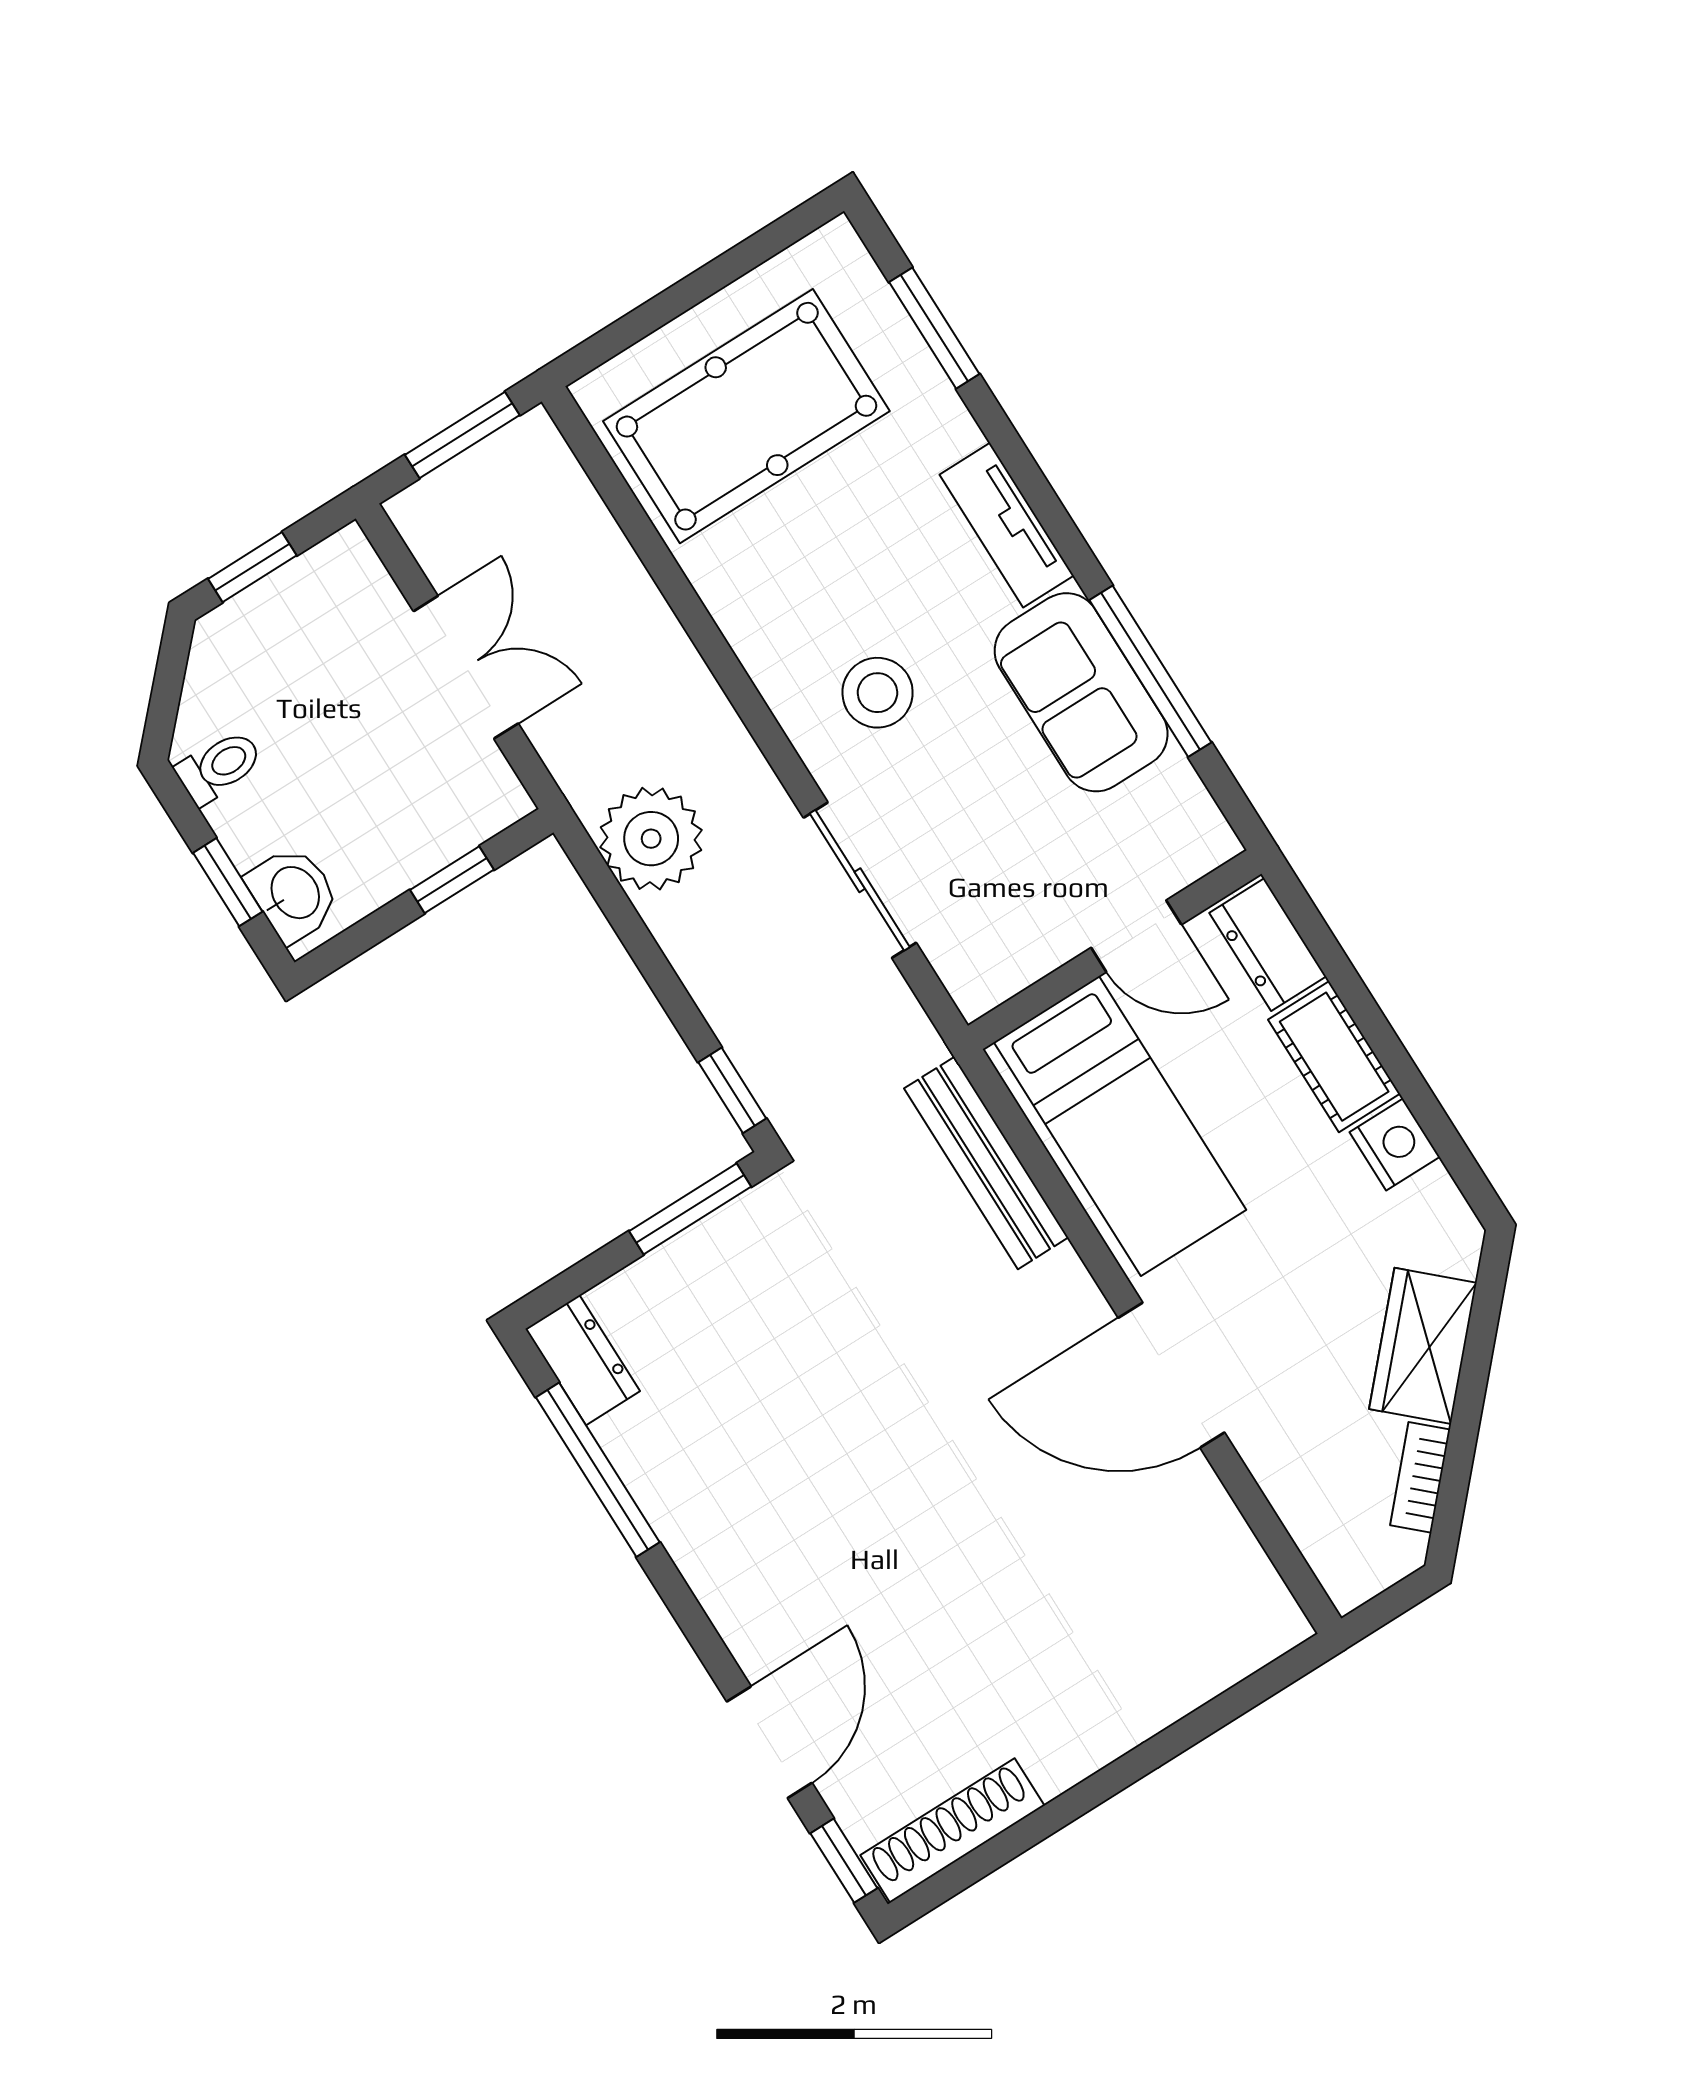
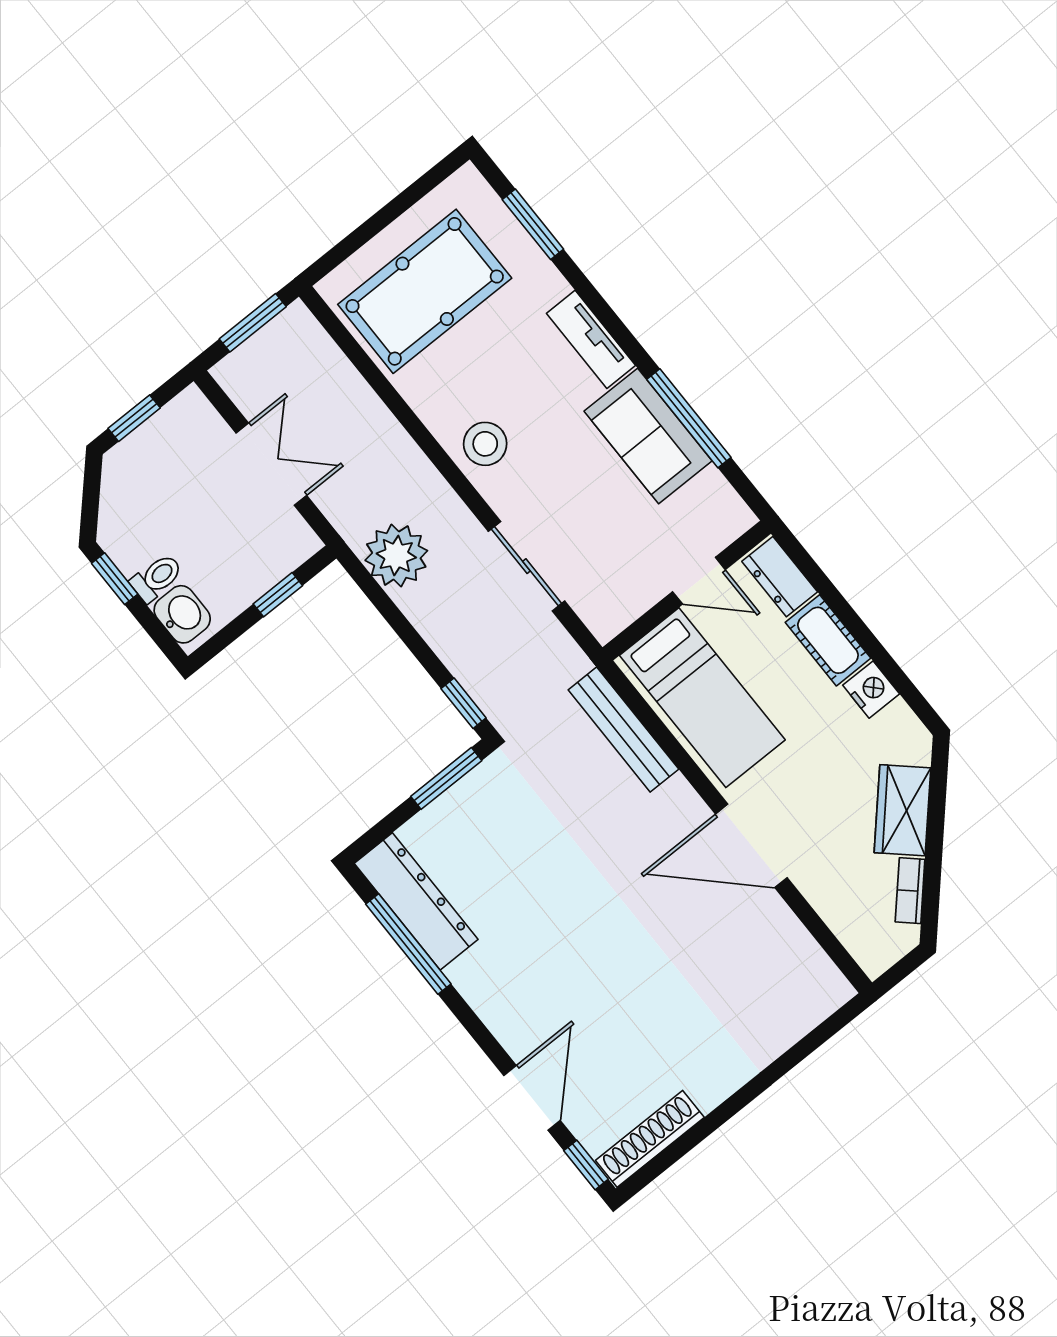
stool: (878, 693) -> (485, 444), moved
toilet: (219, 767) -> (157, 578), moved
window: (228, 882) -> (115, 579), moved
dresser: (583, 1360) -> (416, 901), width x1.96, depth x1.24

